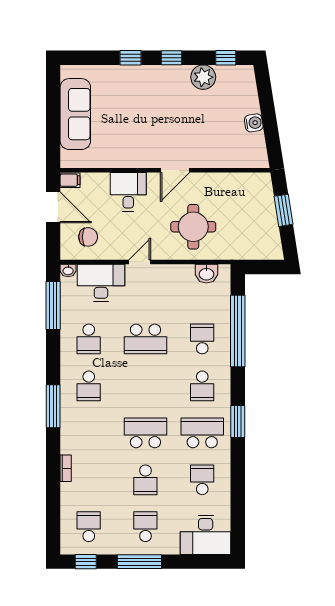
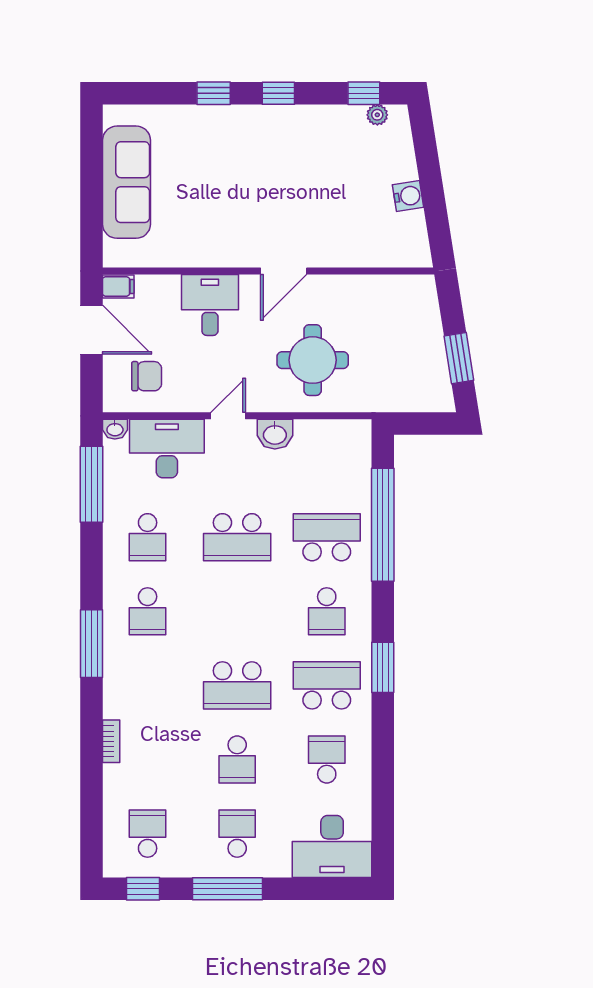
plant: (203, 77) -> (377, 115), moved, width x0.53, depth x0.53
window: (283, 210) -> (459, 358), moved
washbasin: (206, 274) -> (275, 434), moved
school desk: (202, 339) -> (327, 537), width x1.85
school desk: (145, 433) -> (237, 685), turned 180

